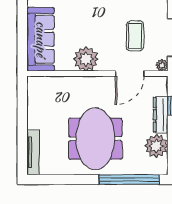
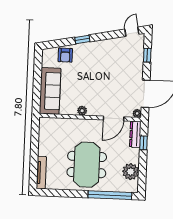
coffee table: (135, 36) -> (119, 91), removed
plant: (86, 59) -> (82, 111), width x0.53, depth x0.53
dresser: (161, 115) -> (135, 134), moved

